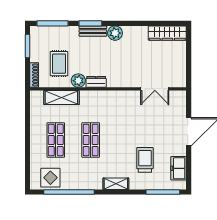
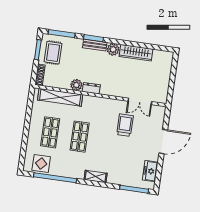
wardrobe: (167, 33) -> (136, 53), moved
rug: (59, 64) -> (53, 53), moved
shelving: (61, 98) -> (60, 97), width x1.47
trolley: (145, 160) -> (125, 125), moved

